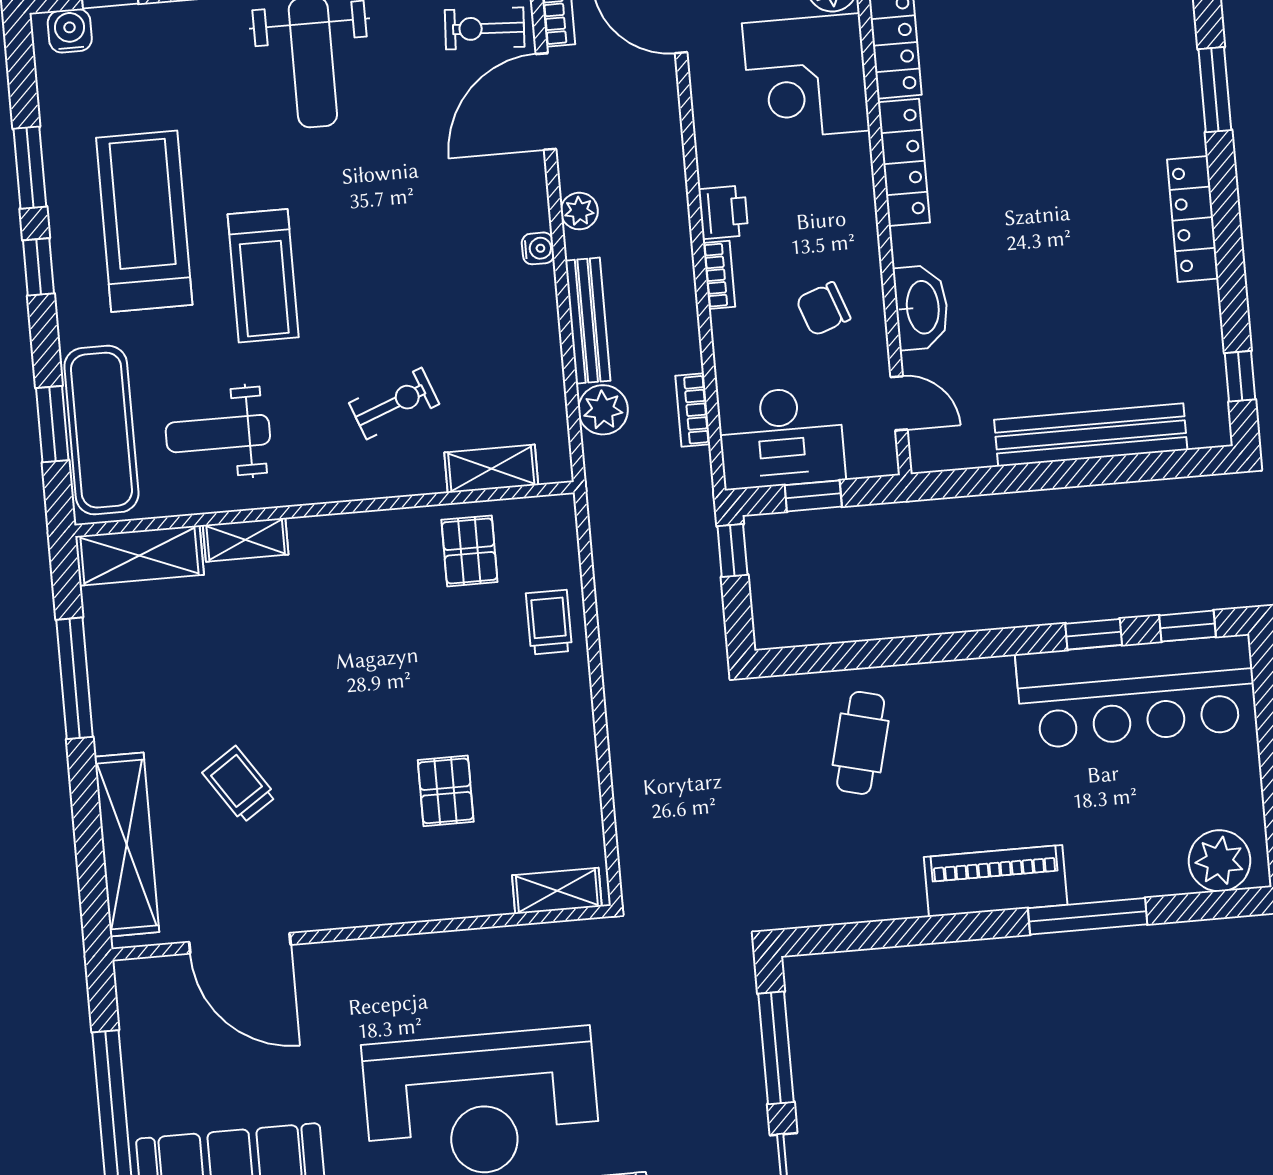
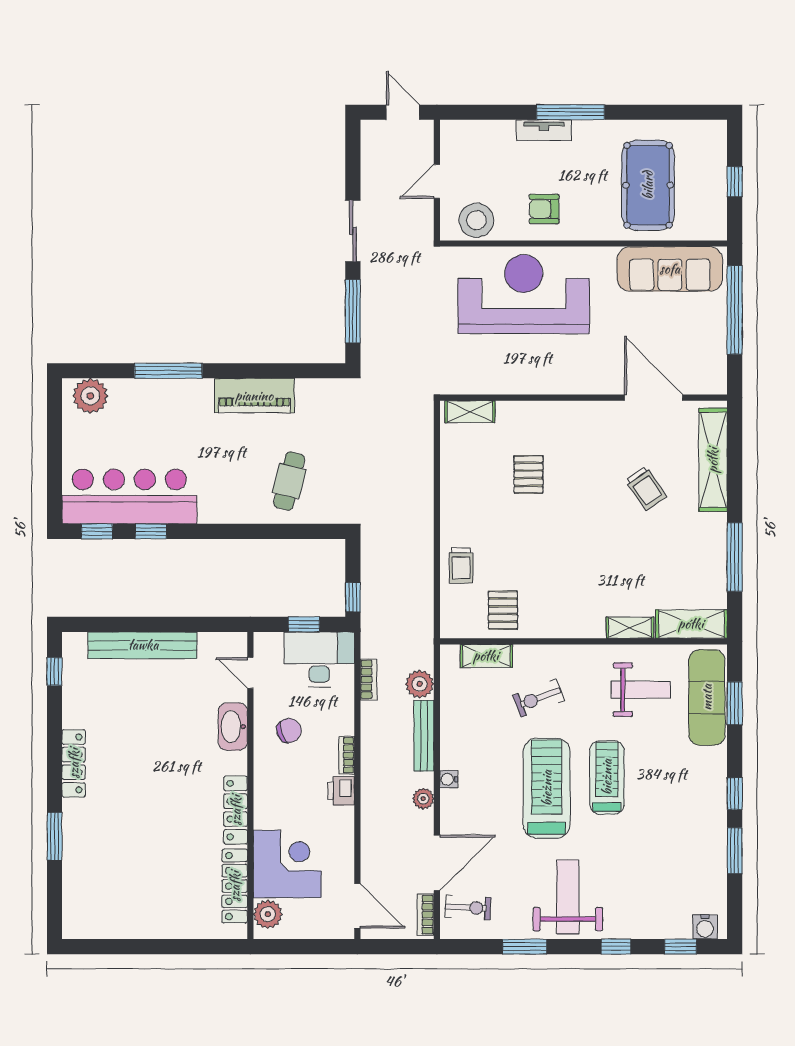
treadmill: (144, 221) -> (547, 788), moved, turned 180
piano: (996, 881) -> (254, 396), moved

